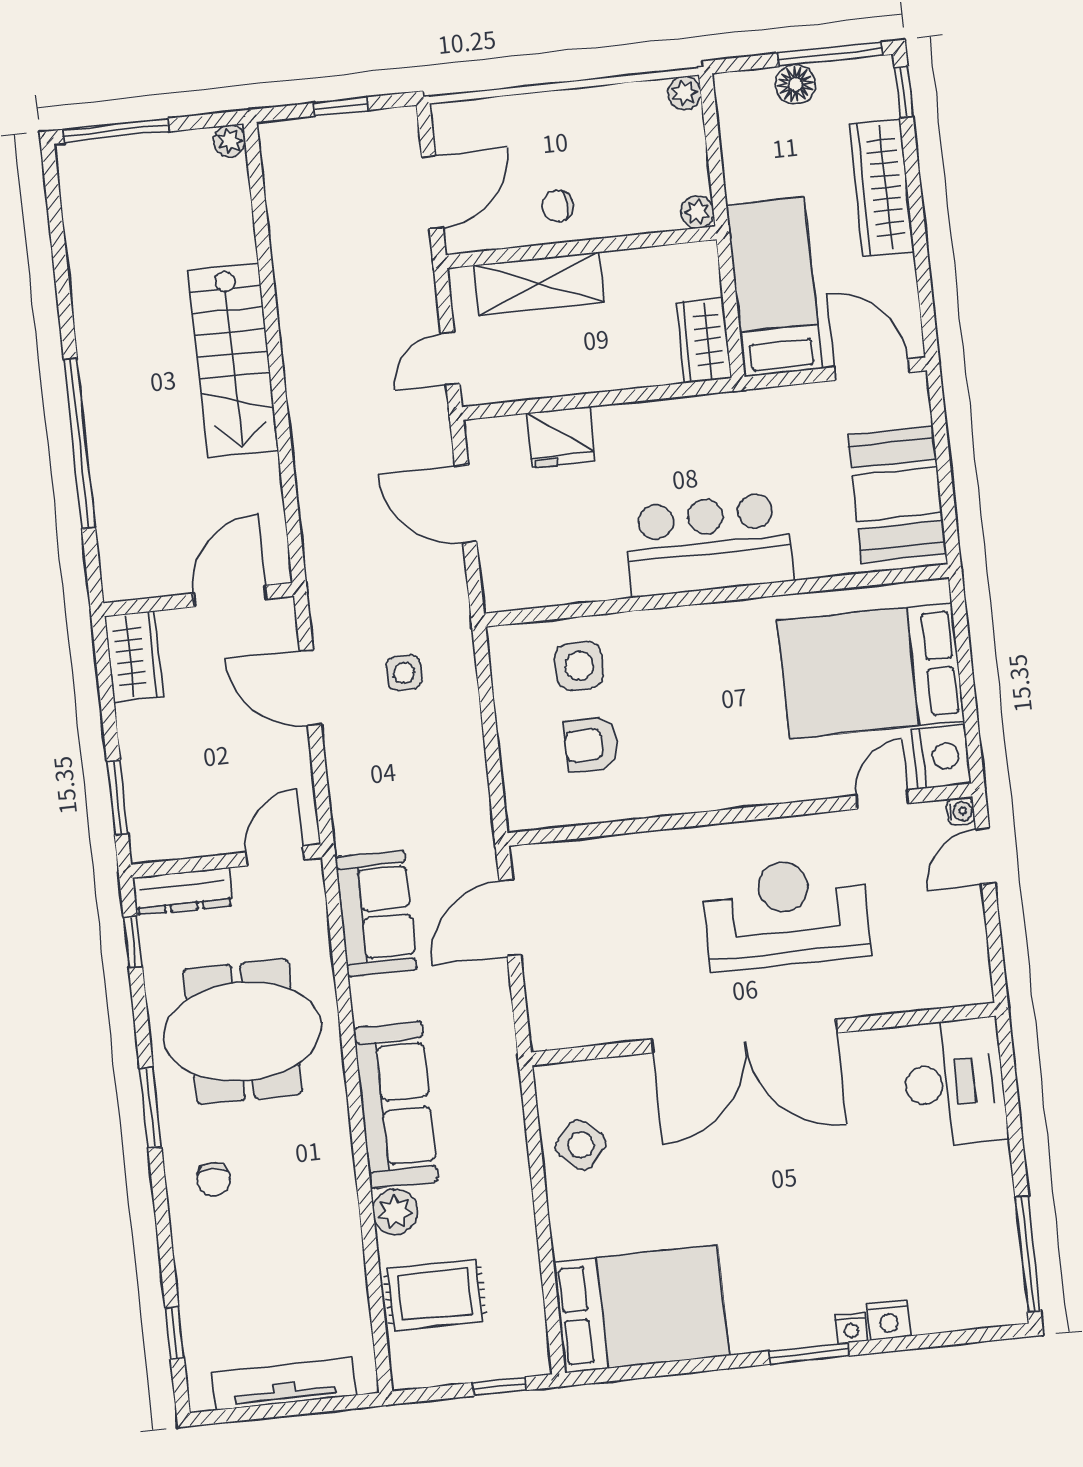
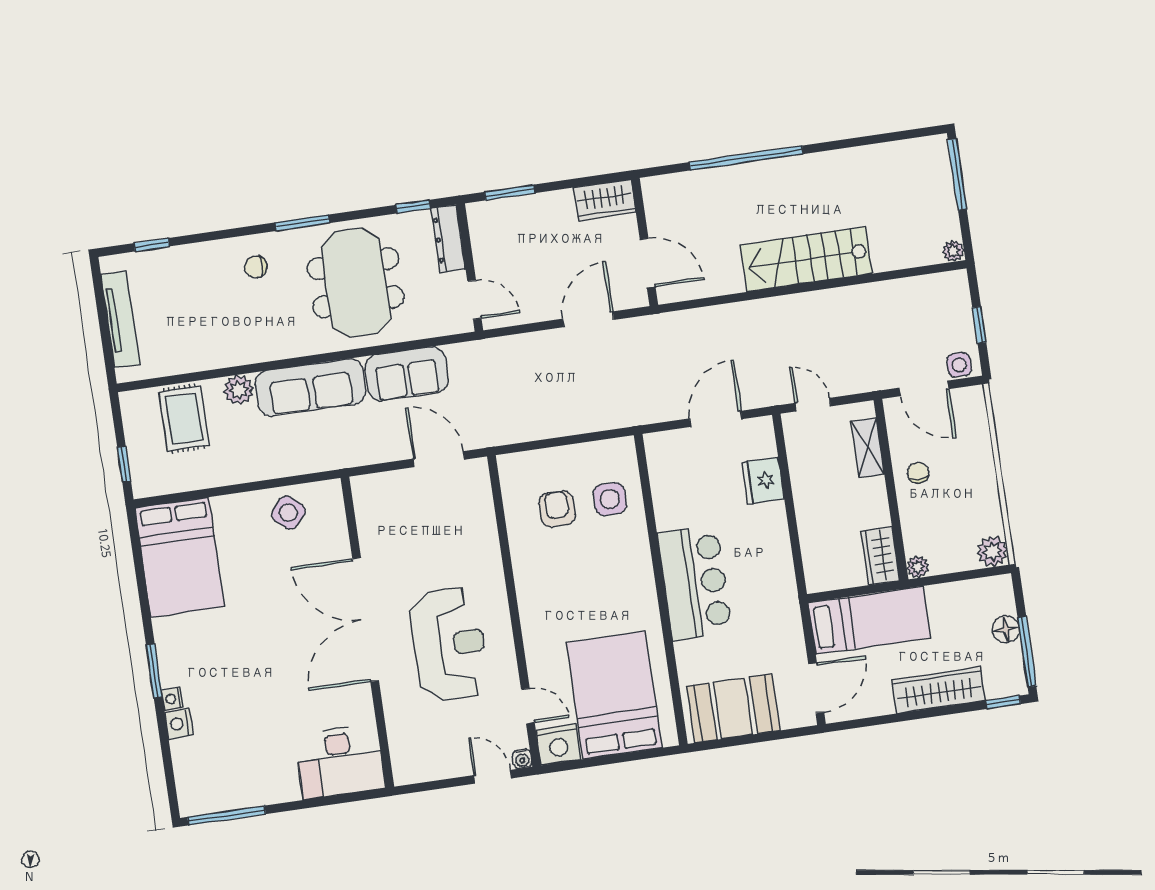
plant: (684, 93) -> (992, 551), width x1.38, depth x1.38
shelving: (539, 284) -> (868, 448), width x0.67, depth x0.75
wardrobe: (704, 340) -> (880, 556), moved, turned -90
side table: (404, 673) -> (959, 365), moved
sofa: (376, 913) -> (407, 374), moved

